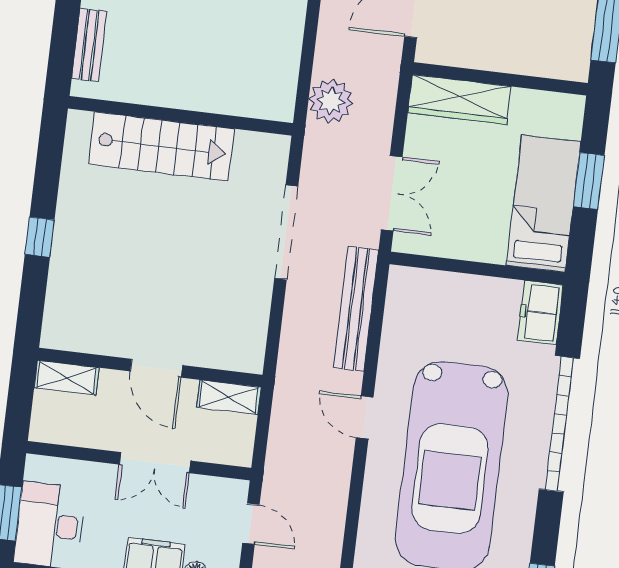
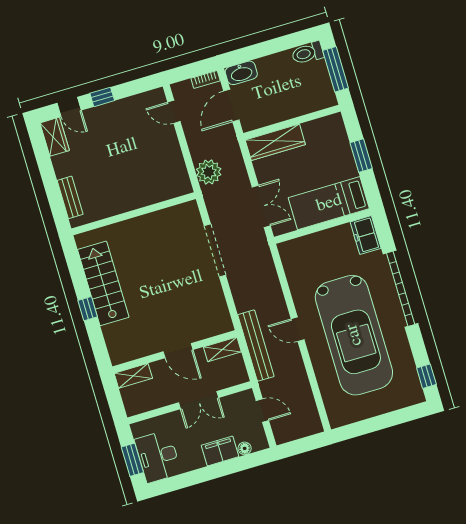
stairs: (161, 146) -> (103, 283), moved, turned -90
bed: (543, 204) -> (329, 203), moved, turned -90
bench: (356, 309) -> (256, 346), moved

